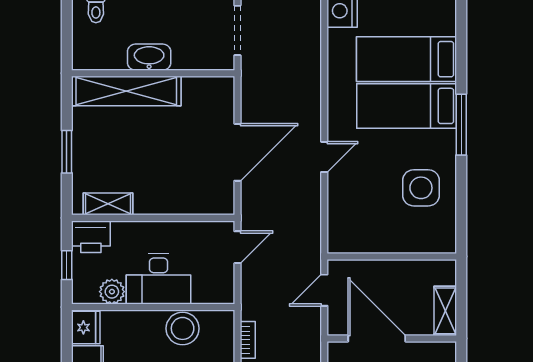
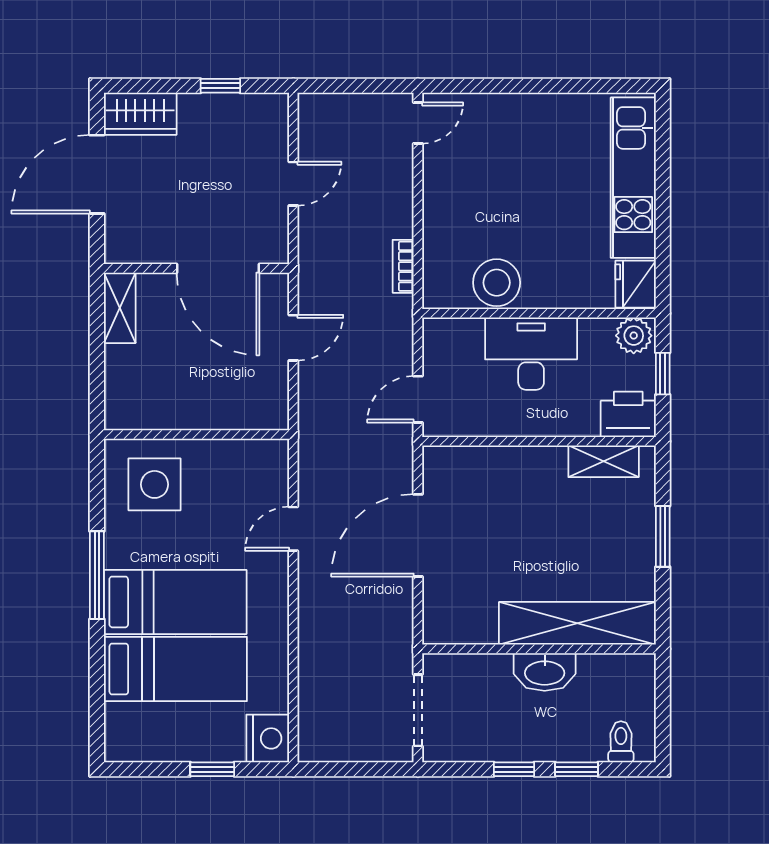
wall: (392, 256) -> (196, 434), moved
plant: (112, 292) -> (634, 336), moved

